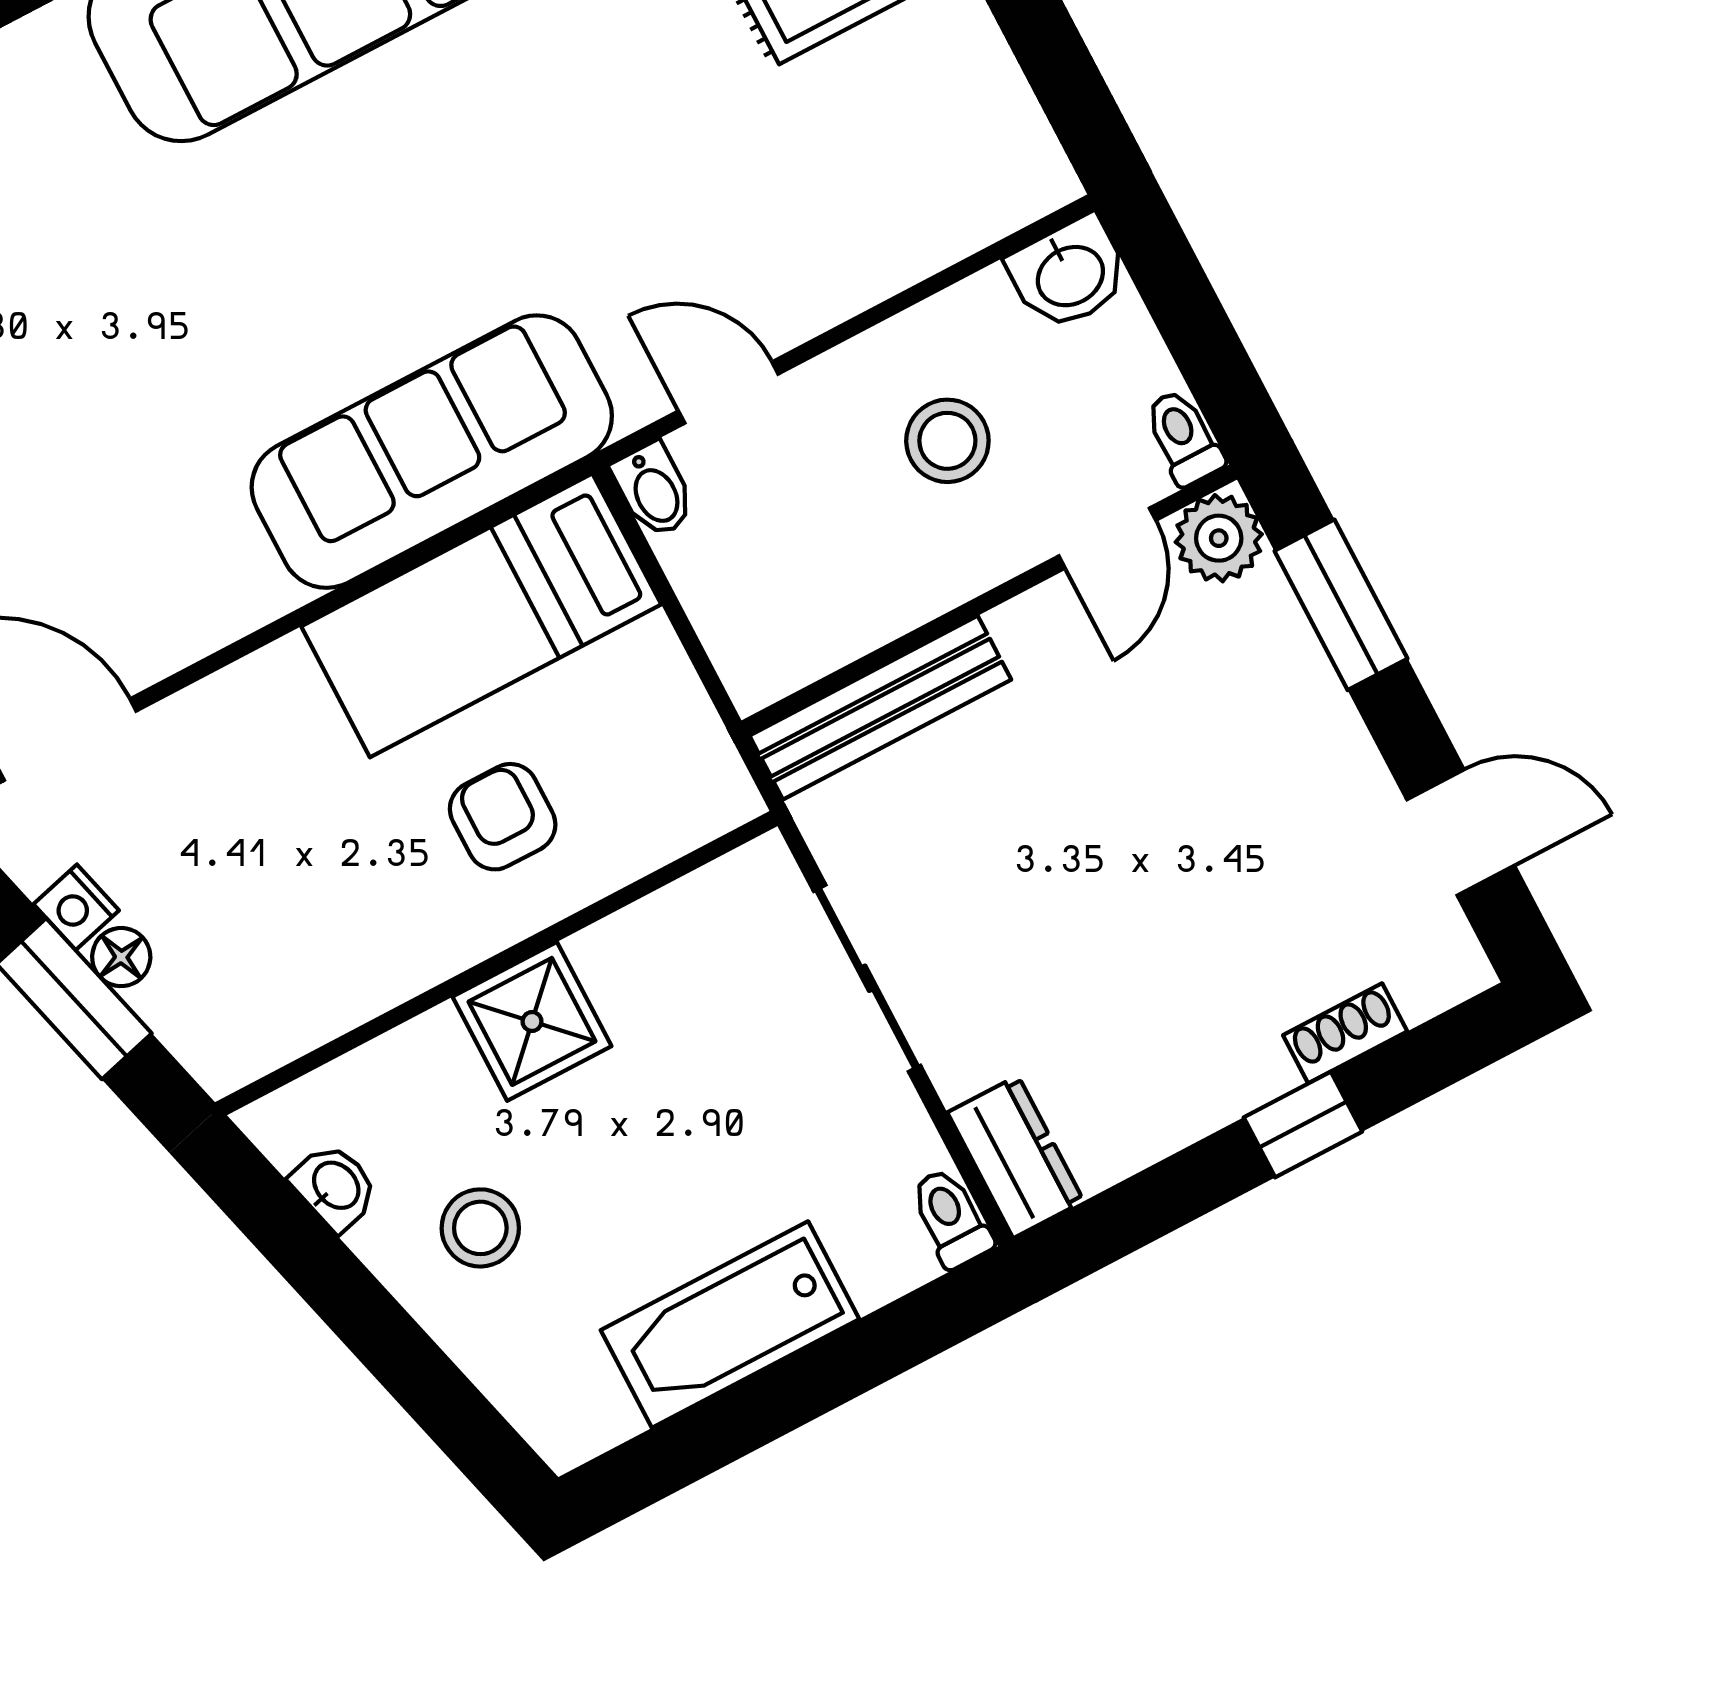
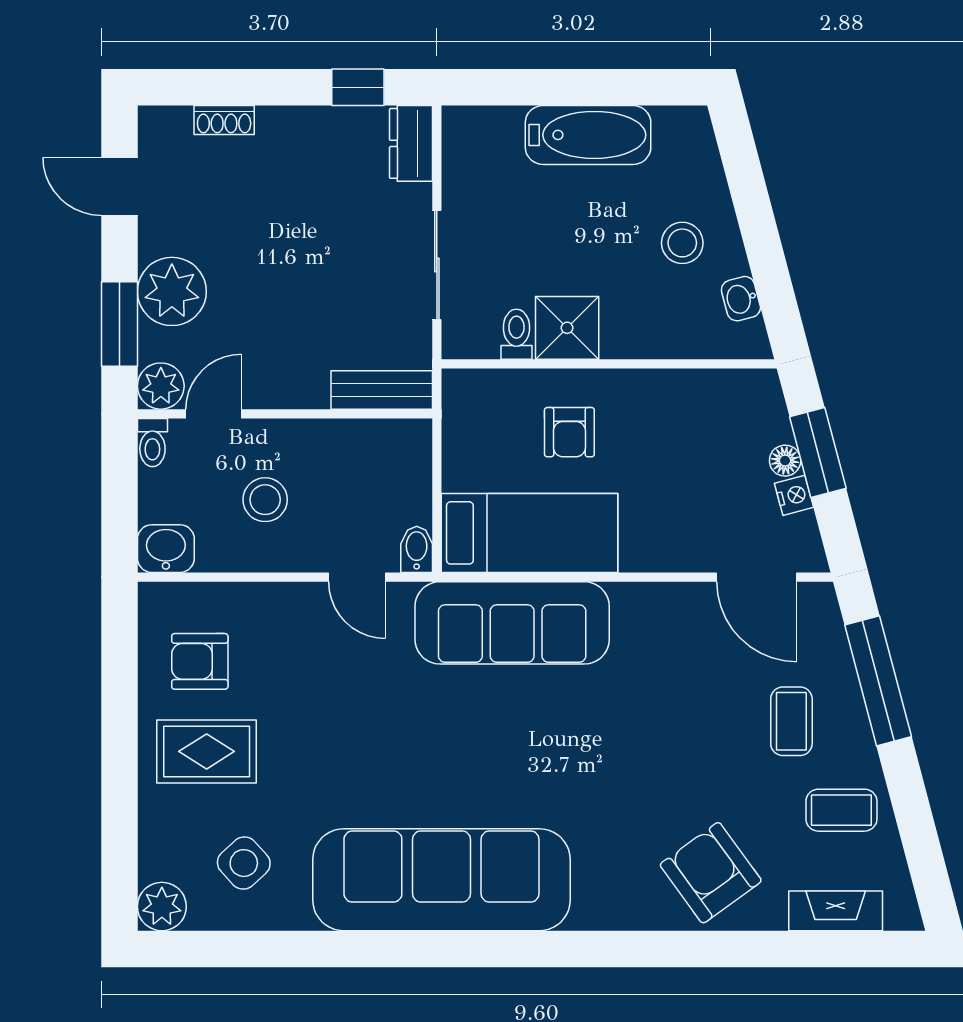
armchair: (915, 117) -> (200, 661), added
plant: (1283, 704) -> (172, 291), added
bench: (880, 708) -> (382, 390), width x0.73
shower: (532, 1021) -> (567, 328), moved
window: (1303, 1125) -> (358, 87), moved
toilet: (951, 1218) -> (516, 334), moved, turned 180

